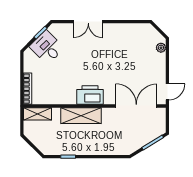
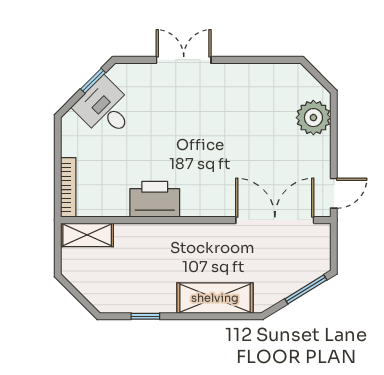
double door: (88, 22) -> (184, 60), swing flipped
plant: (161, 48) -> (313, 118), width x1.88, depth x1.88
printer: (90, 95) -> (155, 199), moved
shelving: (81, 116) -> (215, 298), moved

